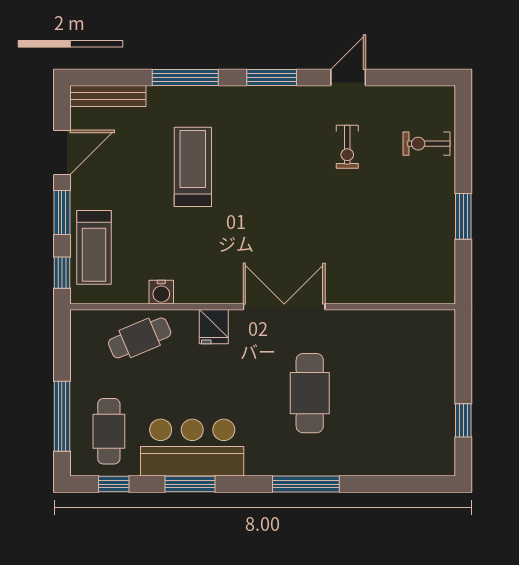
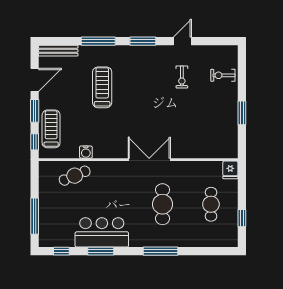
treadmill: (94, 247) -> (51, 129), turned 180
fridge: (214, 327) -> (230, 170), moved
cafe table: (109, 431) -> (211, 204), moved

